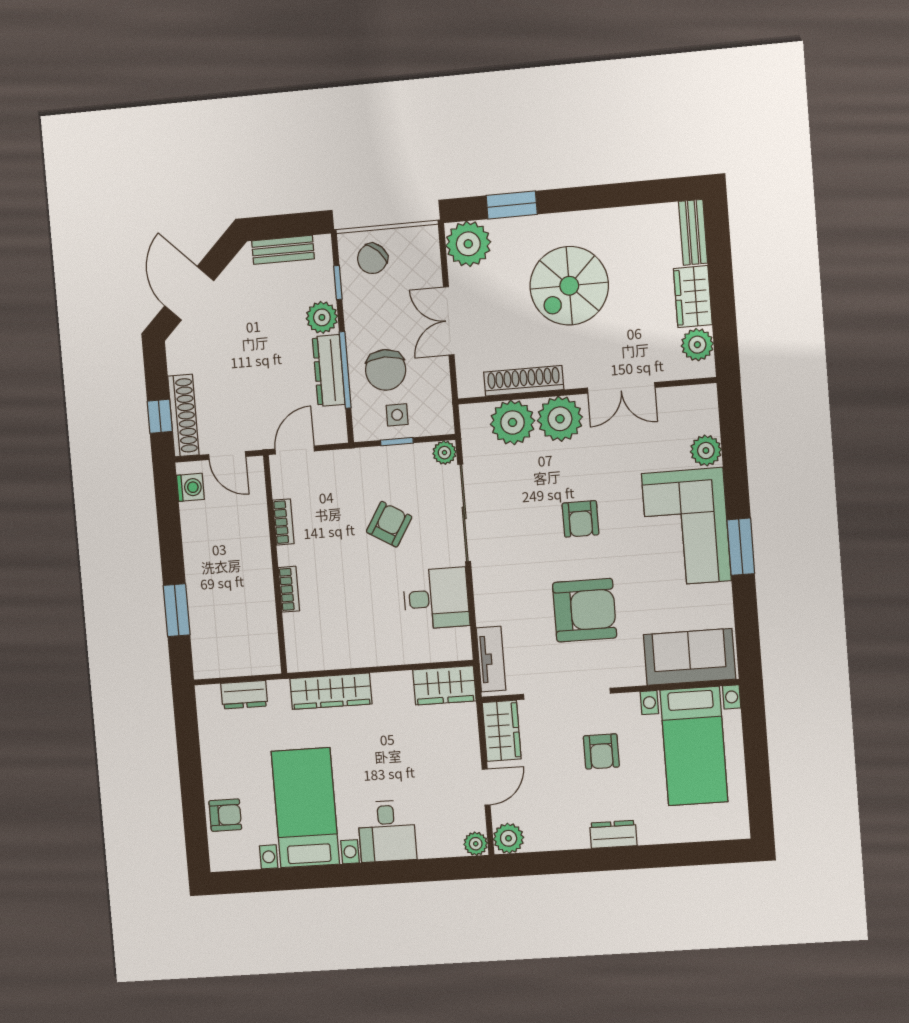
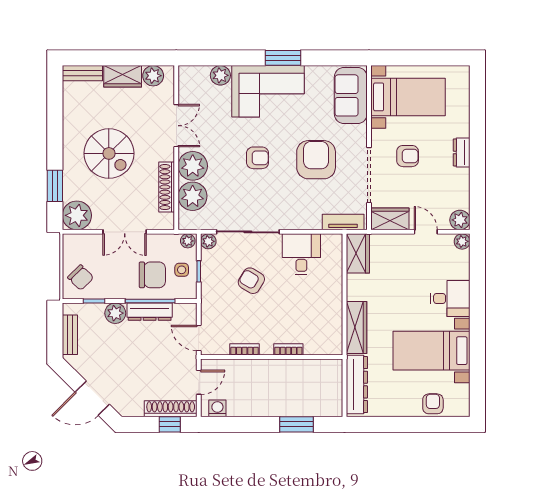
plant: (443, 421) -> (188, 241), added
dresser: (244, 695) -> (357, 385), width x1.96, depth x1.24

